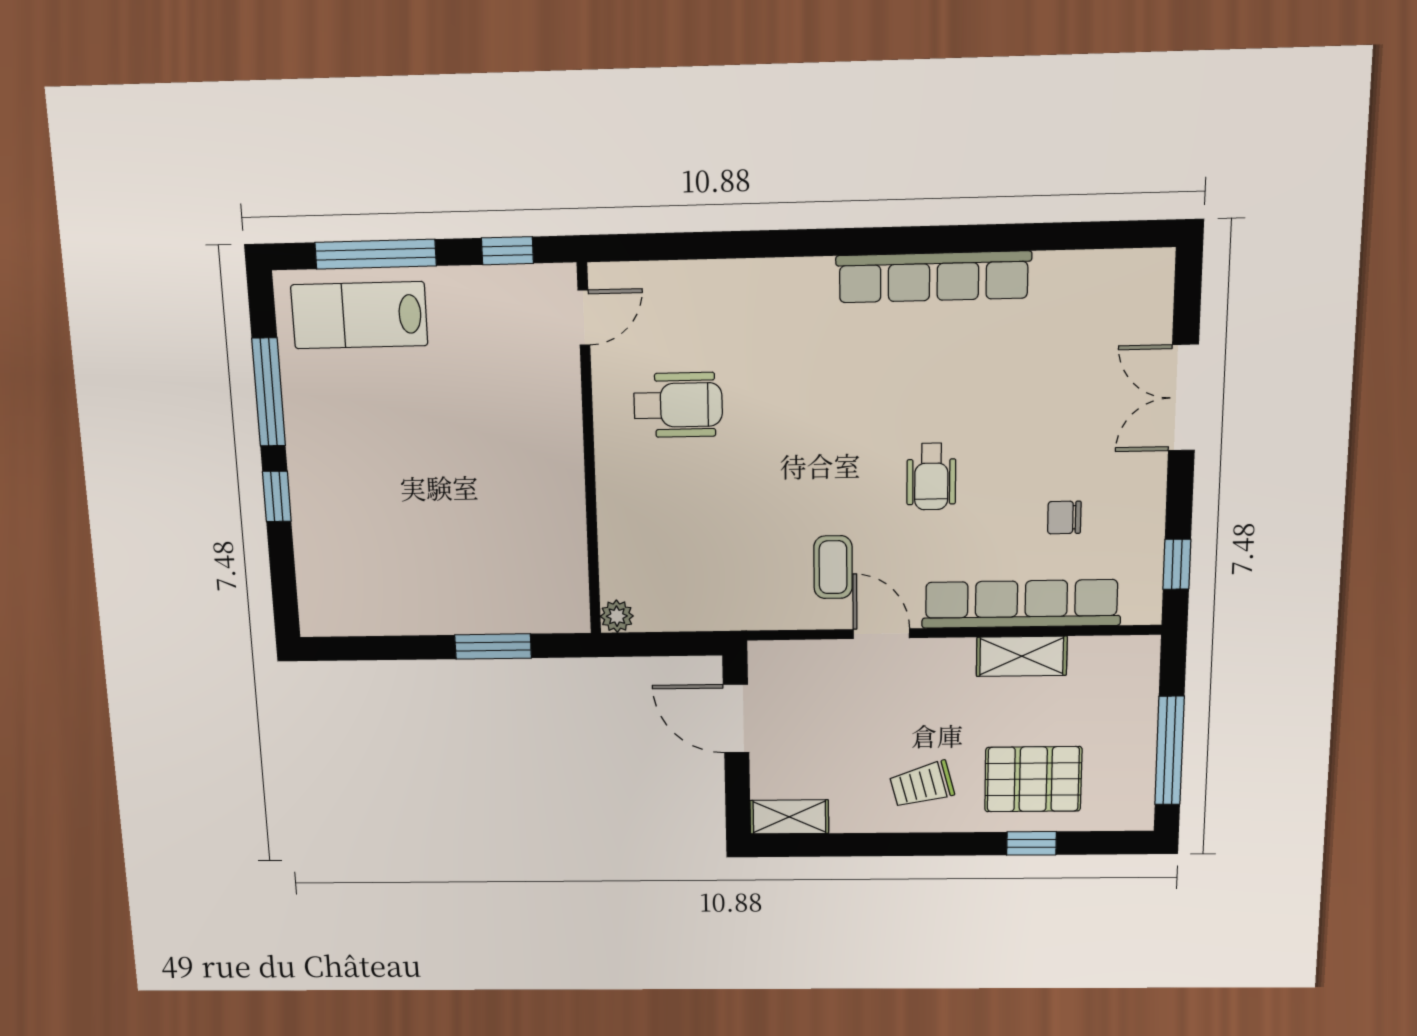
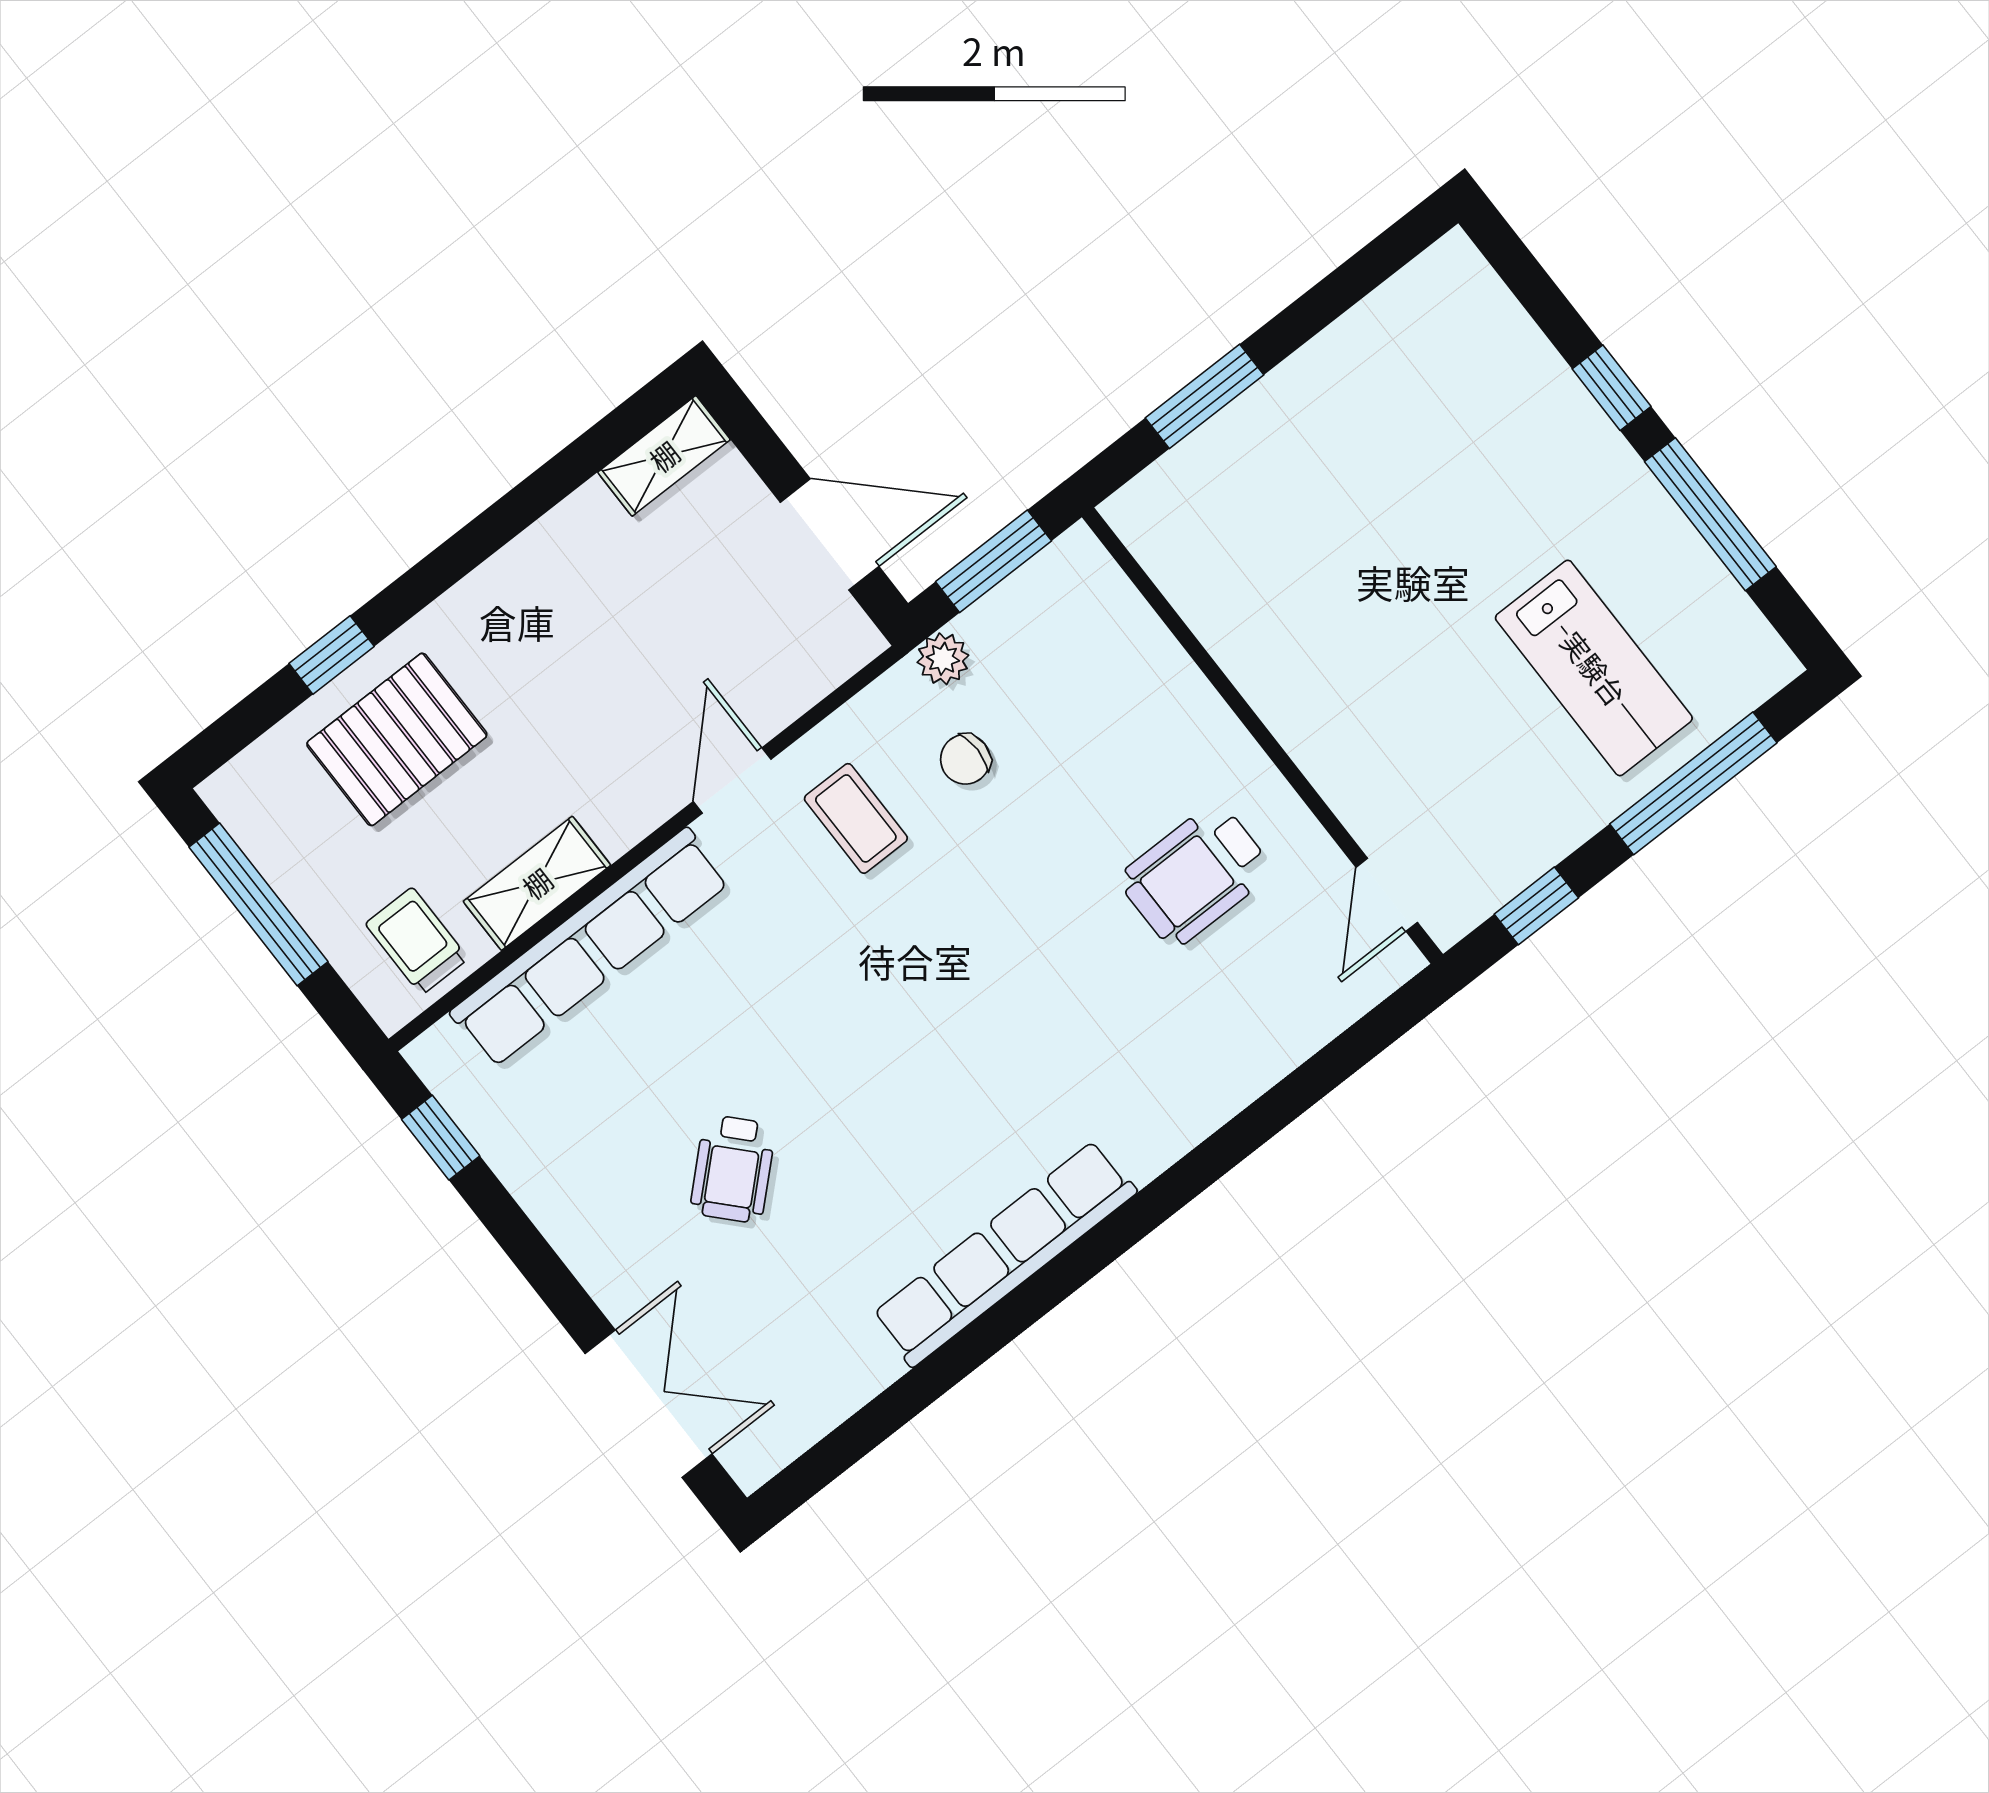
lab bench: (359, 315) -> (1594, 668), moved, turned 90
double door: (1183, 398) -> (649, 1404), moved
wheelchair: (931, 477) -> (733, 1169), moved, turned -133
chair: (1064, 517) -> (965, 759), moved, turned 180
plant: (617, 616) -> (943, 659), moved
door: (881, 634) -> (732, 780), swing flipped
window: (663, 644) -> (993, 561), added
trolley: (922, 785) -> (417, 941), moved, turned -75

